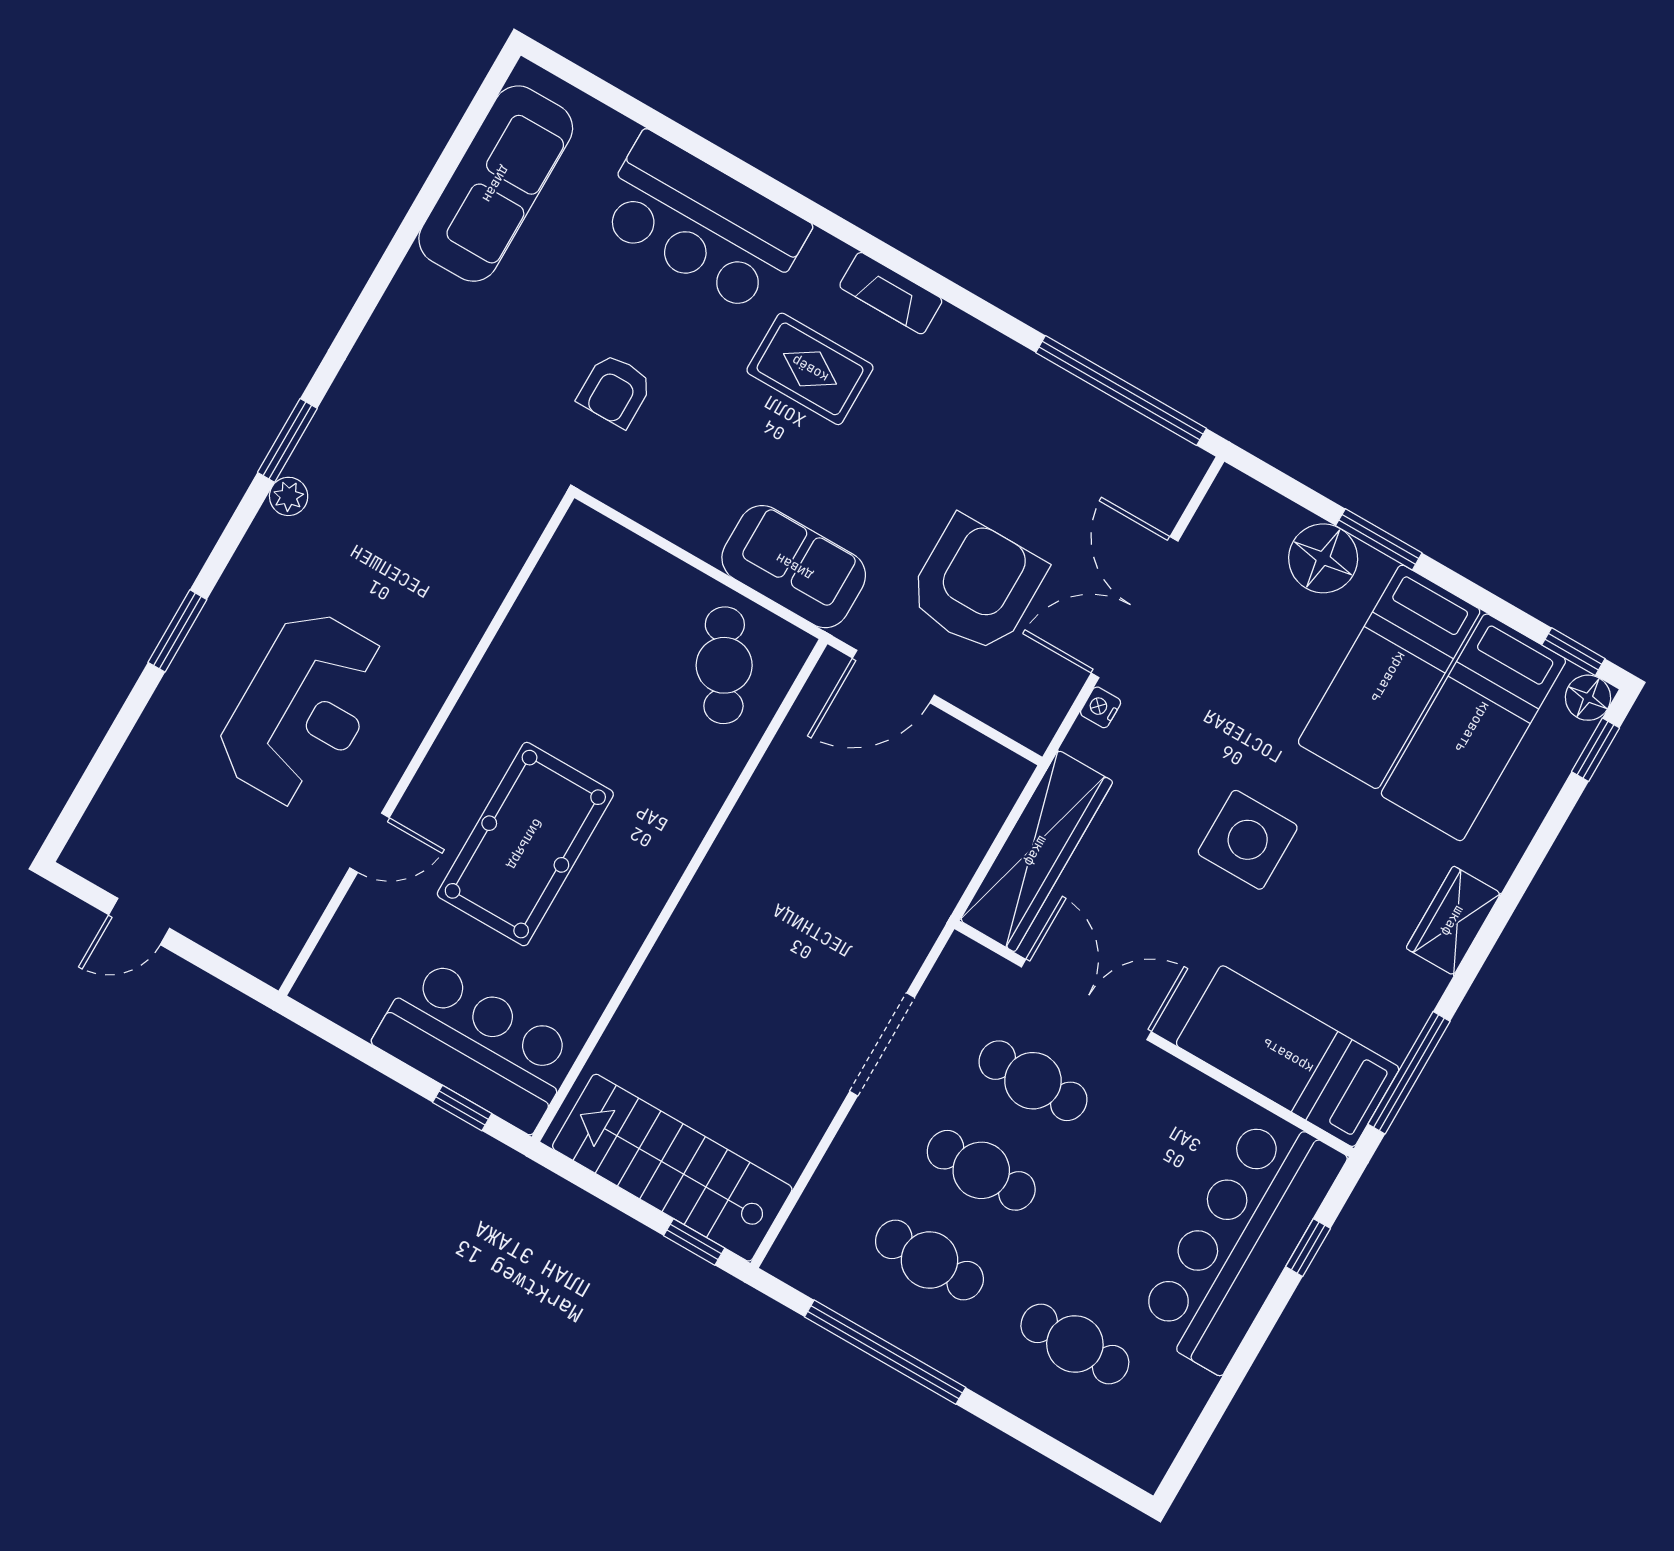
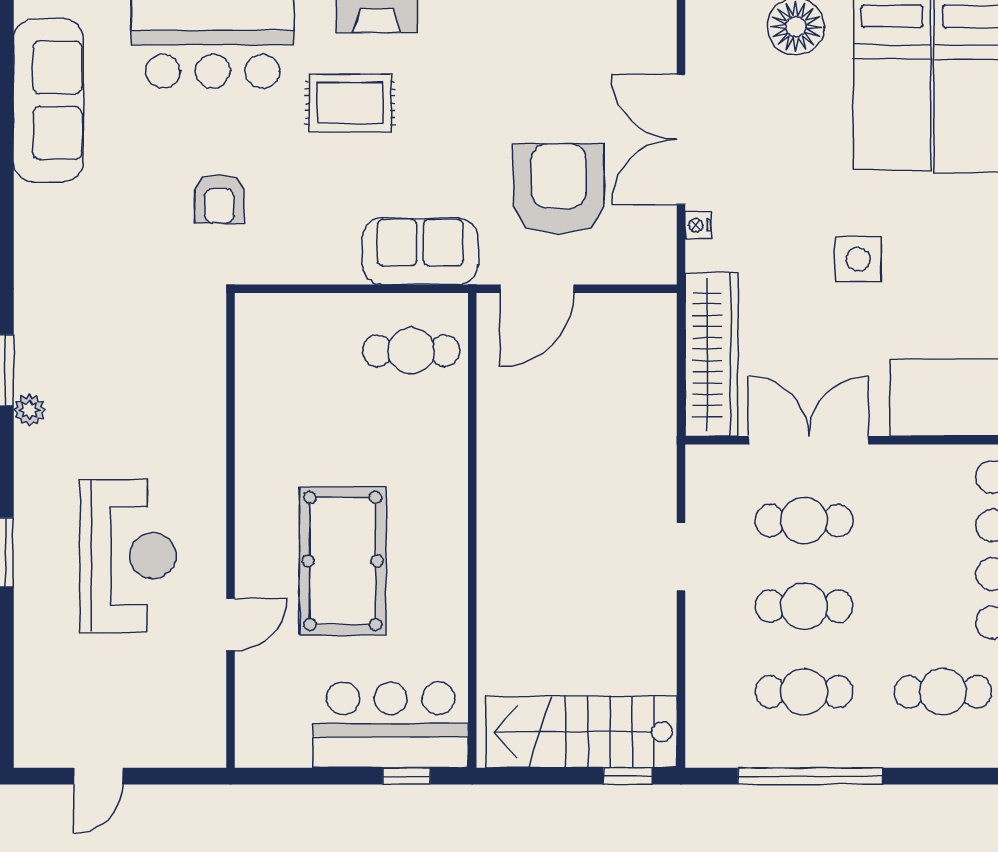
cafe table: (724, 665) -> (411, 351), turned -61
side table: (1248, 840) -> (858, 259), width x0.73, depth x0.73
doorway: (882, 1044) -> (681, 557), width x0.73

